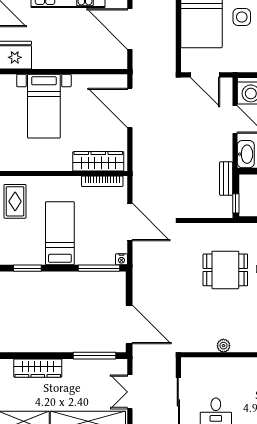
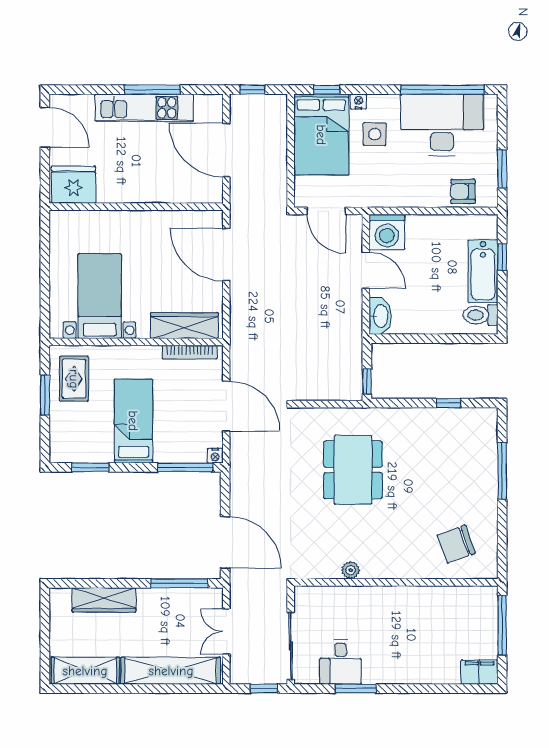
bed with nightstands: (44, 106) -> (100, 296), moved, turned 180
bench: (226, 179) -> (354, 348), removed
dining table: (225, 270) -> (353, 470), width x1.38

